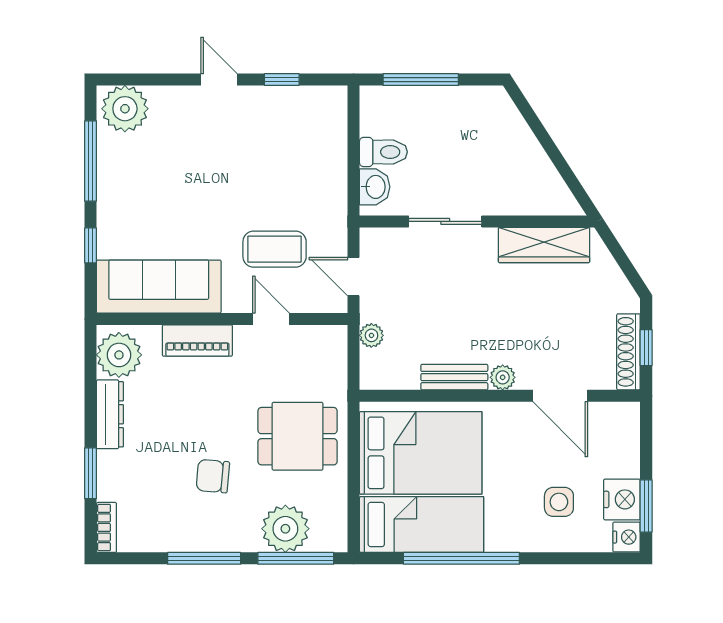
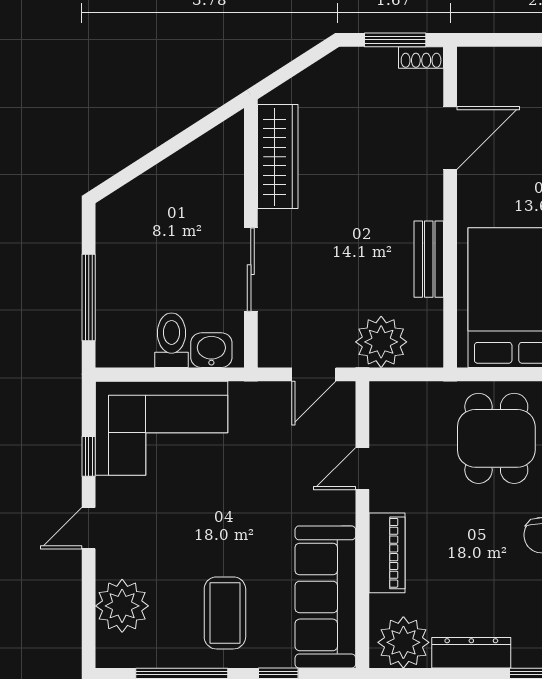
plant: (125, 109) -> (122, 606), moved
corner sofa: (306, 143) -> (162, 428), added
coffee table: (275, 249) -> (225, 613), moved
plant: (371, 335) -> (381, 342), width x1.87, depth x1.87
window: (646, 348) -> (395, 40), width x1.50
shoe rack: (628, 352) -> (421, 57), width x0.51, depth x0.81
plant: (503, 377) -> (429, 204), removed

